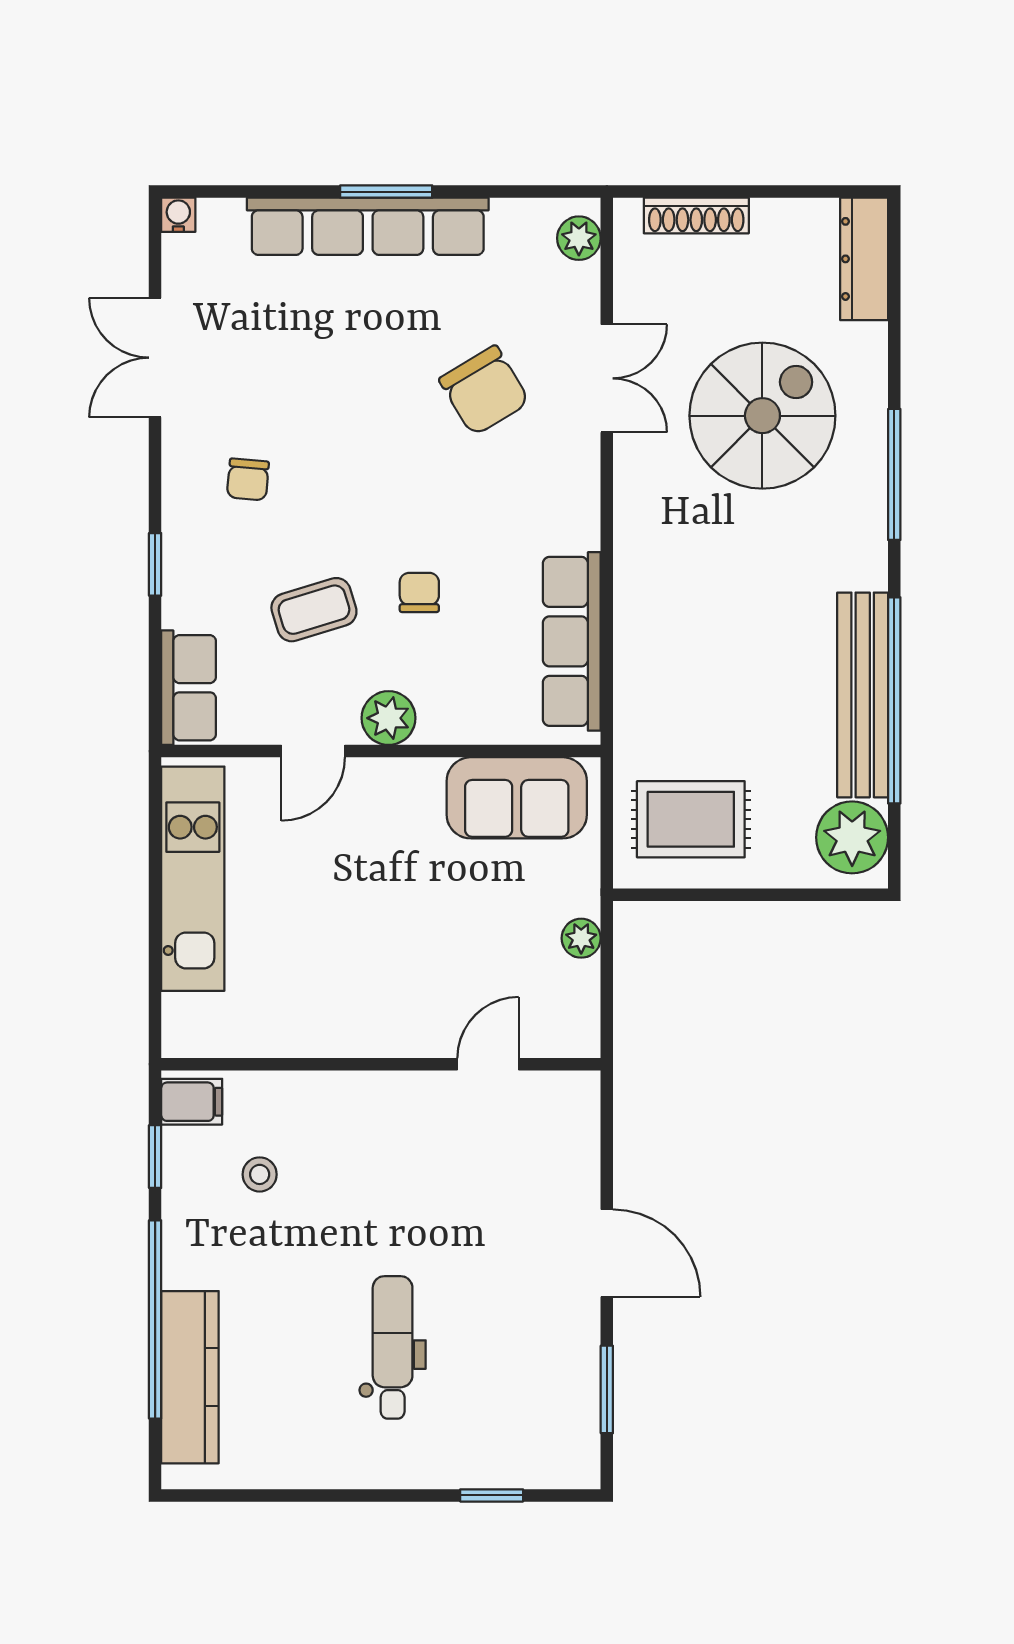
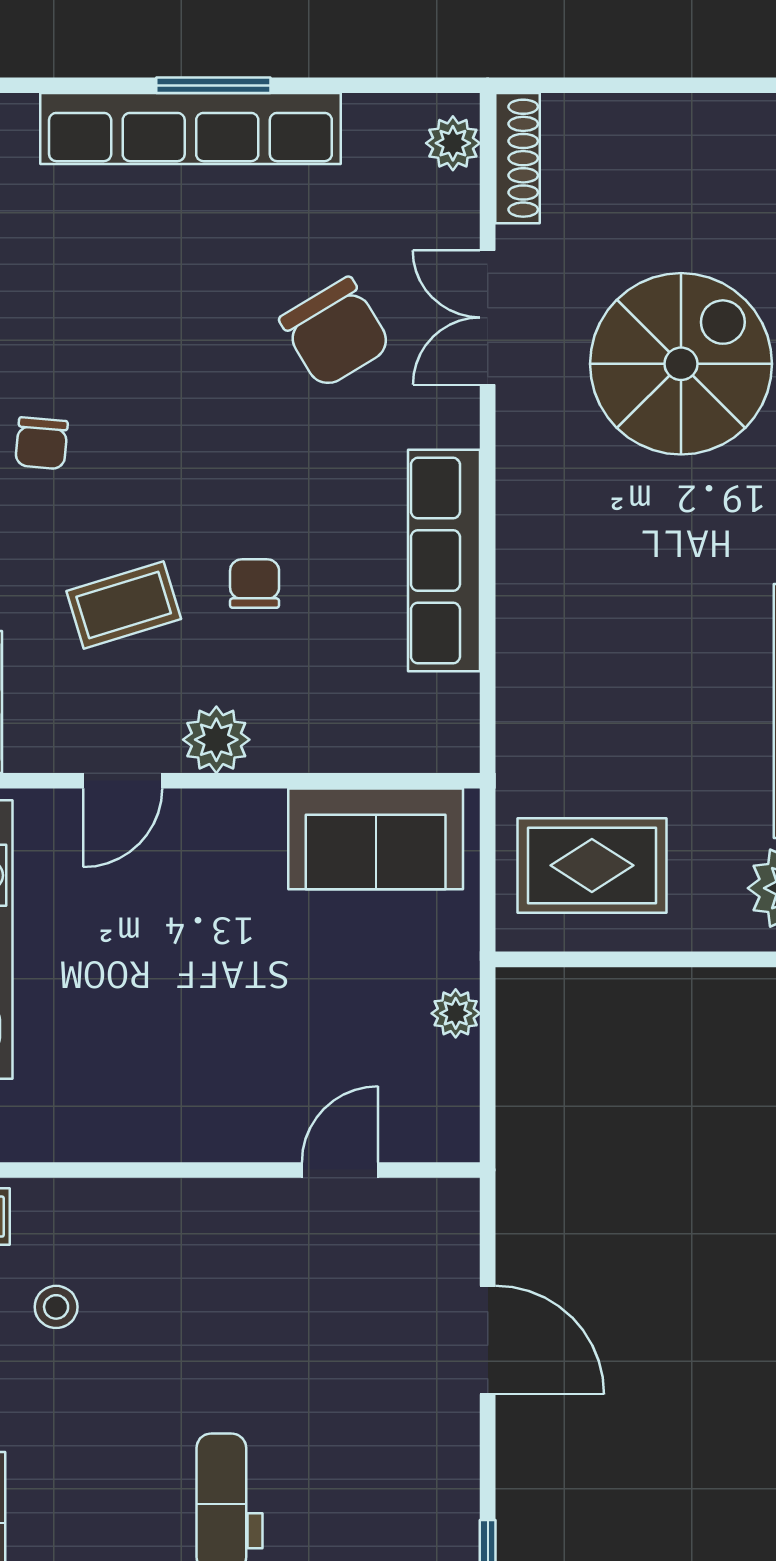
shoe rack: (696, 216) -> (517, 158), moved, turned -90
double door: (607, 378) -> (488, 318), swing flipped
row of seats: (572, 641) -> (444, 561), moved
door: (607, 1253) -> (488, 1340), moved

